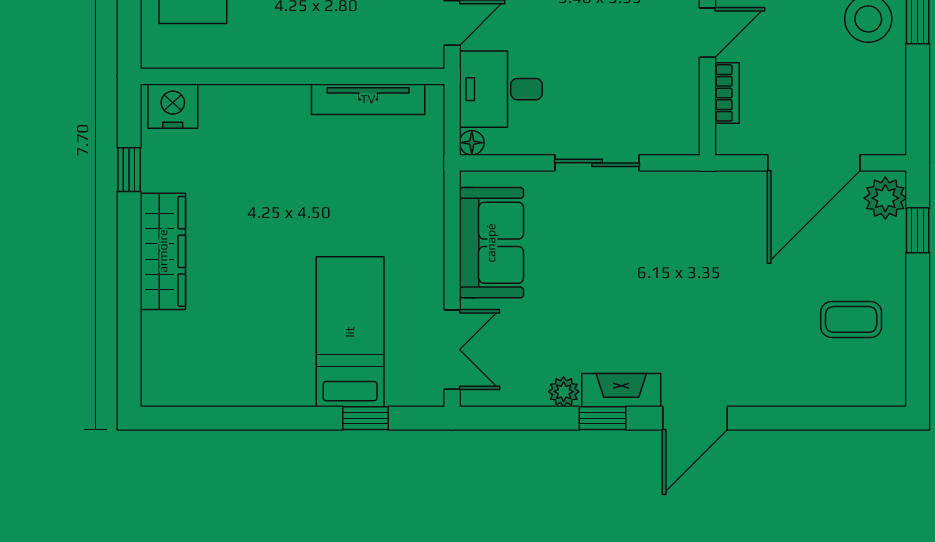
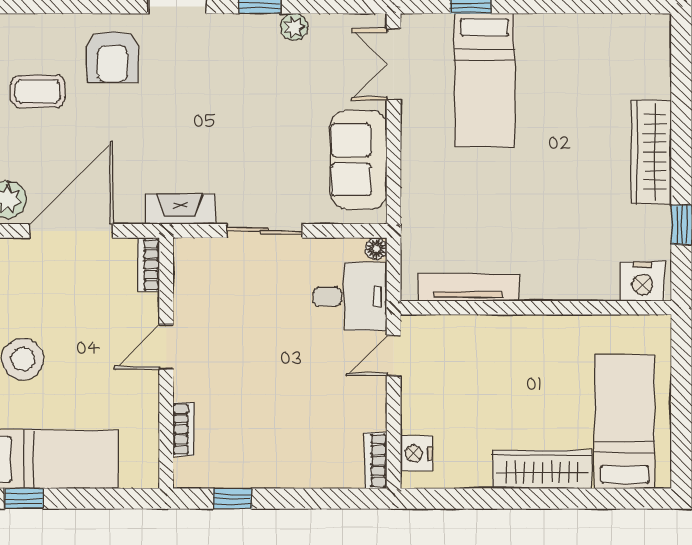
bookcase: (727, 93) -> (149, 265), moved
armchair: (767, 358) -> (113, 57), added
fireplace: (621, 390) -> (180, 209), moved, turned 180

